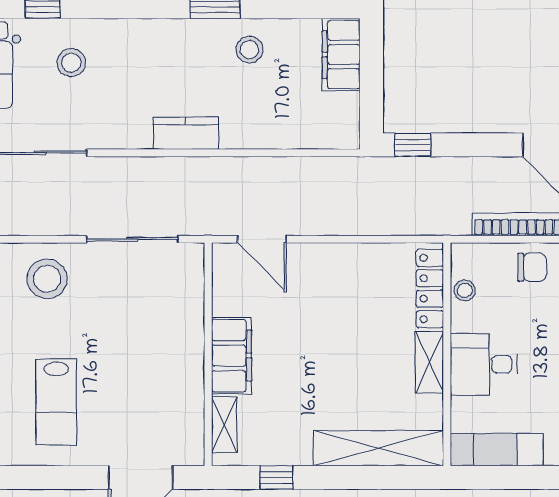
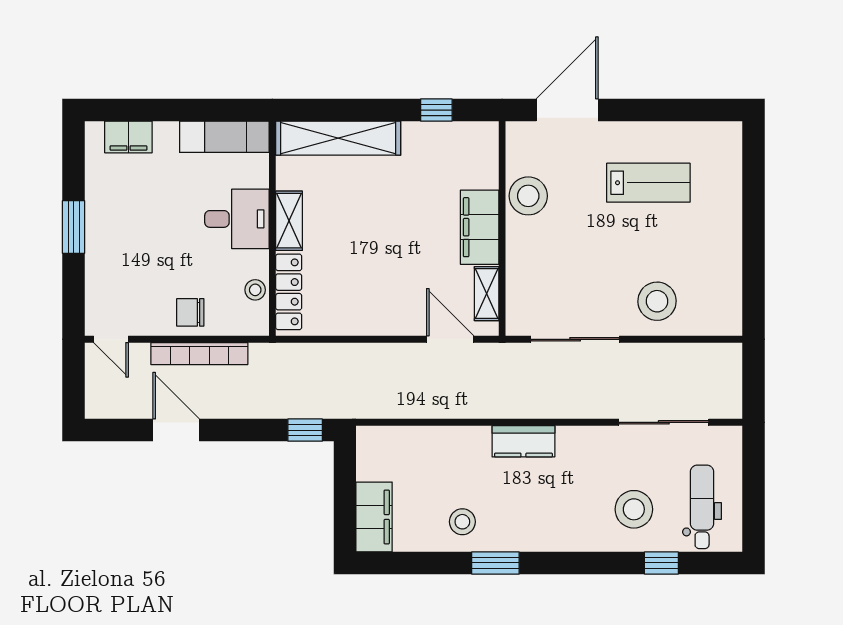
stool: (71, 63) -> (634, 509), width x1.38, depth x1.38
stool: (181, 388) -> (528, 196), added
lab bench: (56, 402) -> (648, 183), turned 90
shelving: (224, 425) -> (487, 294), moved

